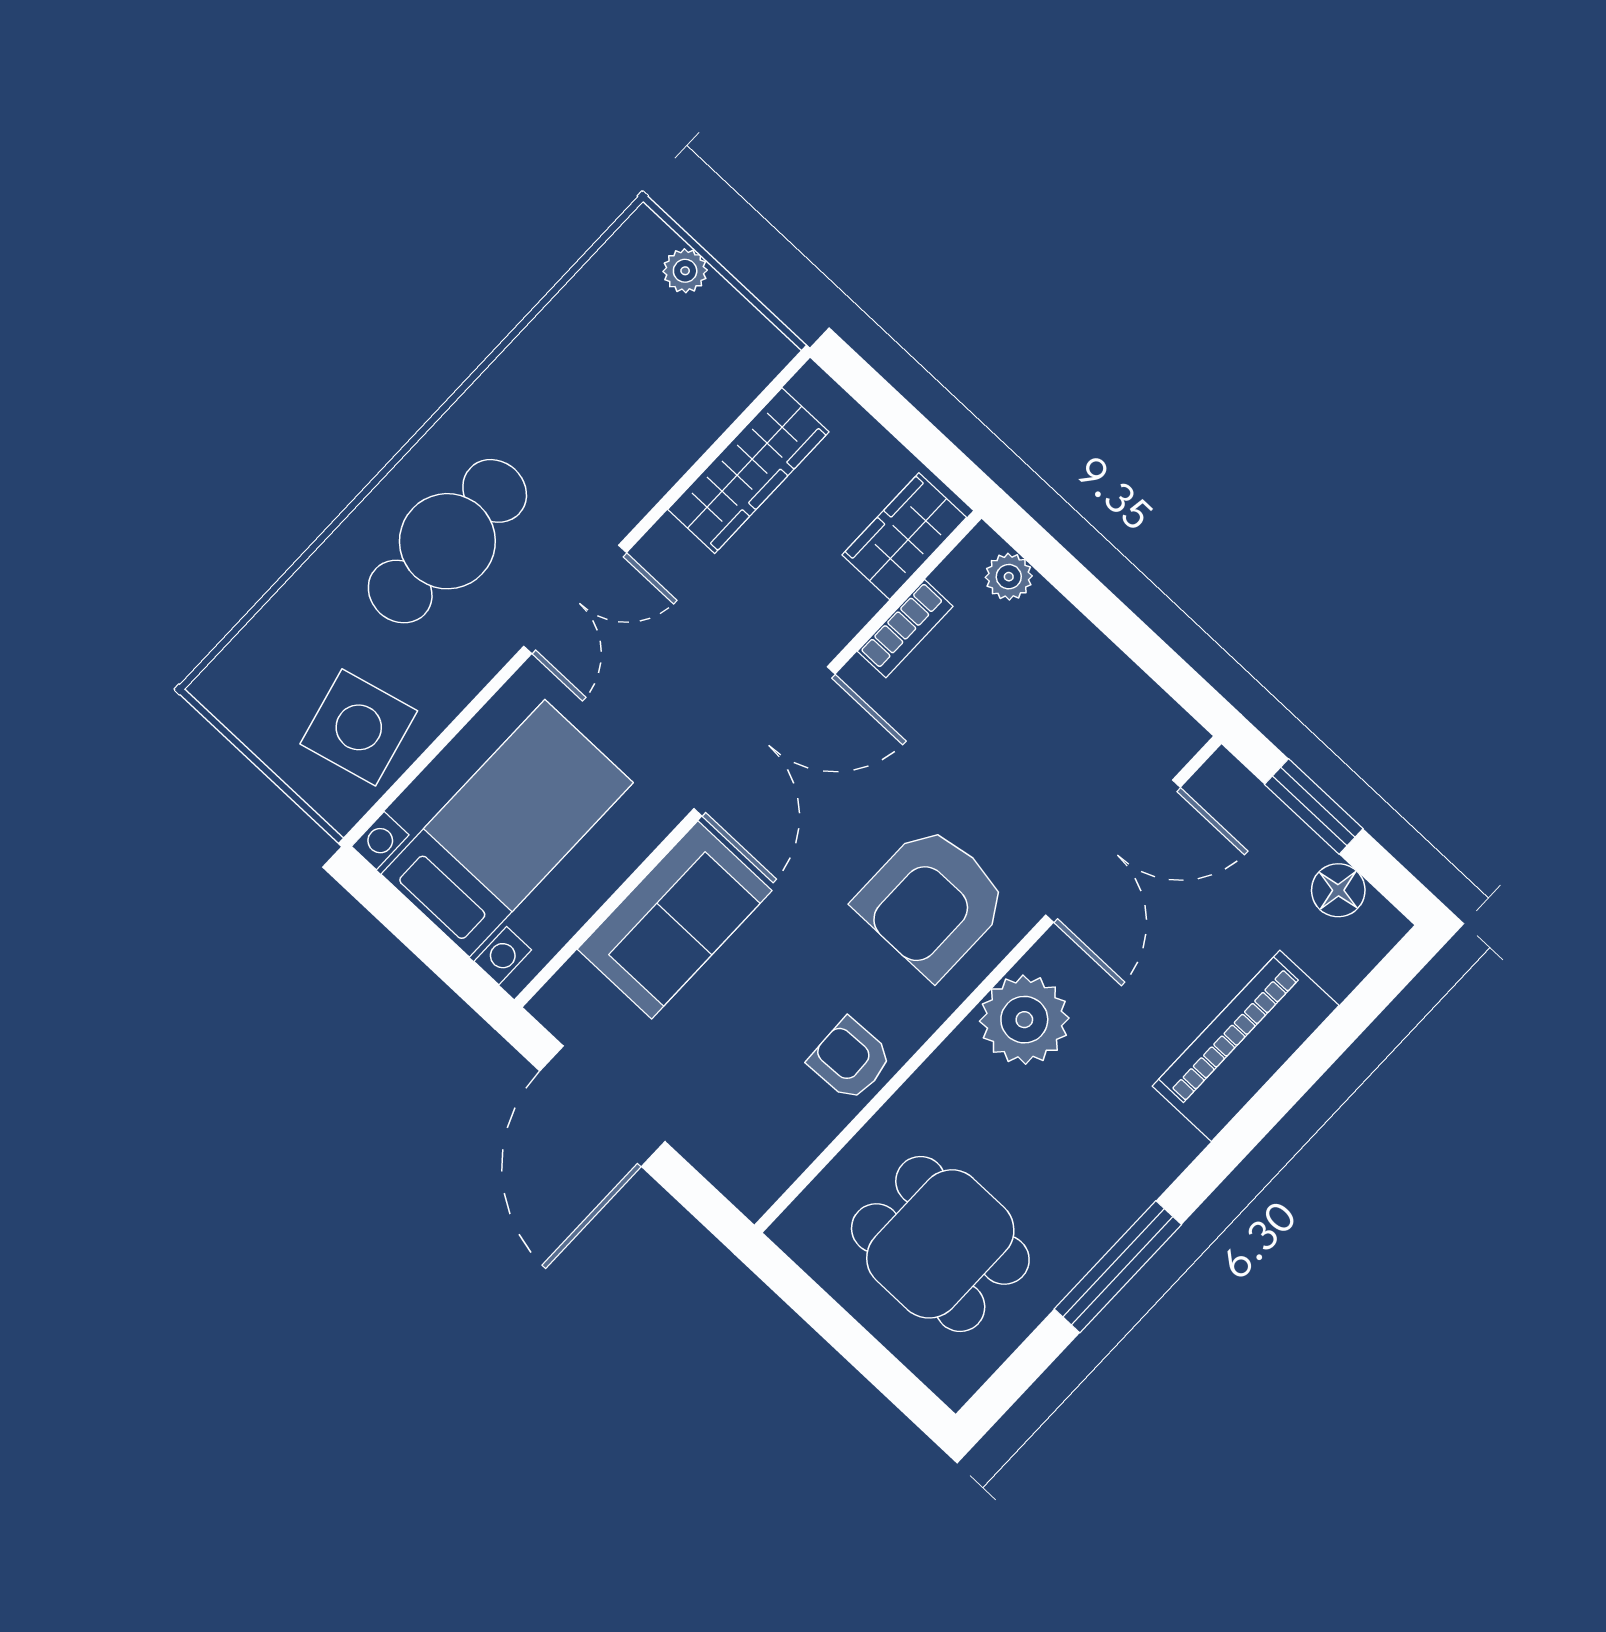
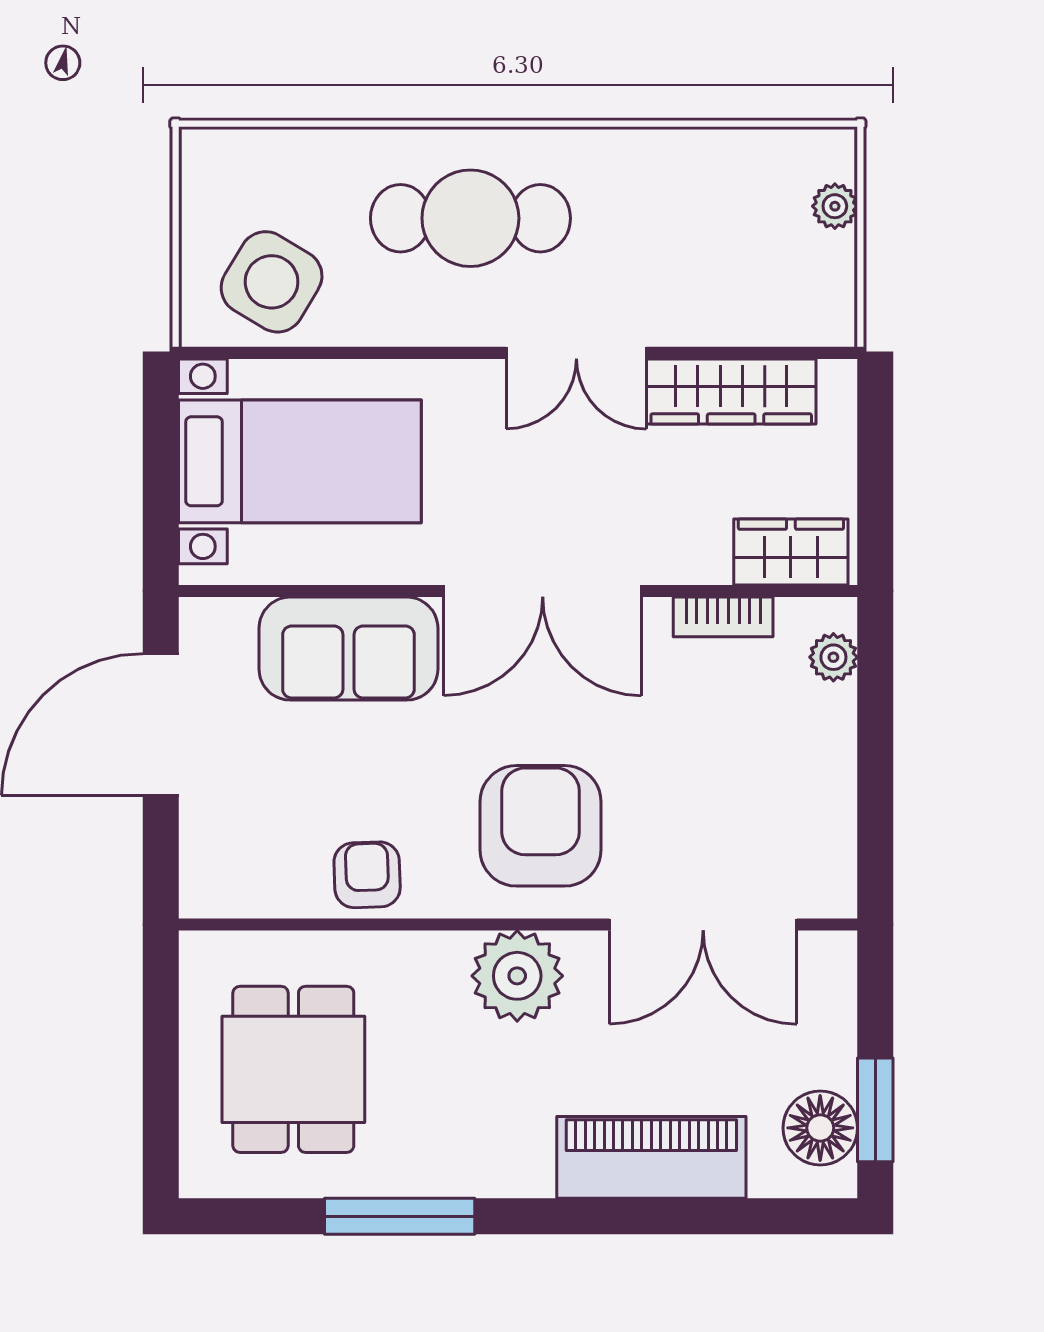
double door: (575, 599) -> (576, 353), moved
side table: (359, 727) -> (272, 282), turned 45
window: (1314, 807) -> (875, 1110), moved
floor lamp: (1338, 890) -> (820, 1128), width x1.38, depth x1.38
armchair: (932, 901) -> (541, 826), turned 90

